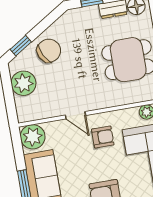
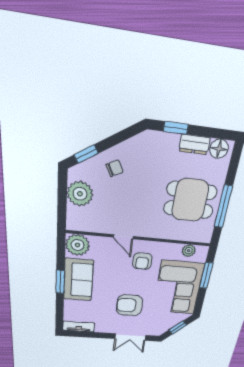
chair: (49, 51) -> (114, 168), width x0.54, depth x0.54
armchair: (103, 137) -> (142, 261), turned 90

